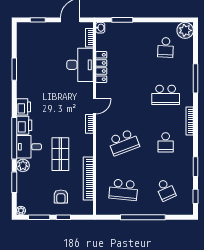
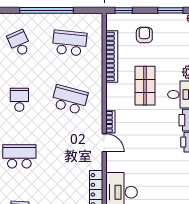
door: (95, 106) -> (104, 143), swing flipped
school desk: (124, 142) -> (70, 100), turned 36
window: (63, 217) -> (124, 10), moved

